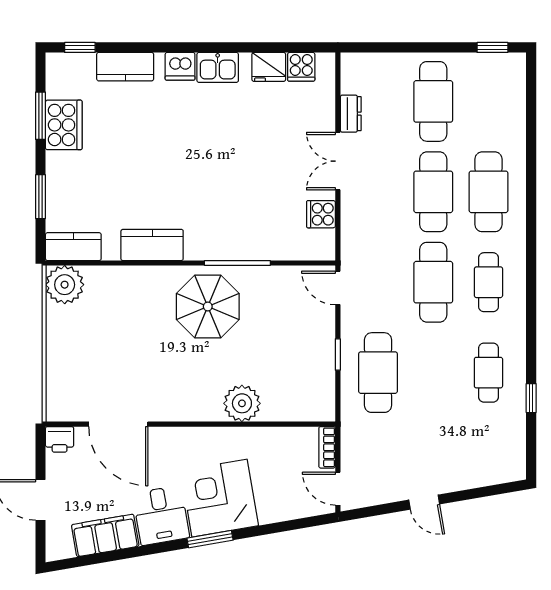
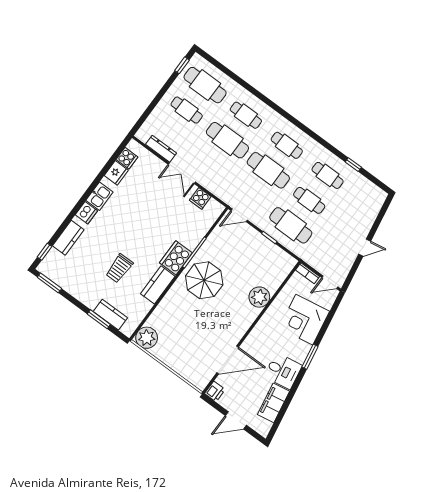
cafe table: (433, 101) -> (187, 110), width x0.73, depth x0.74
cafe table: (488, 101) -> (205, 85), added
dresser: (351, 114) -> (161, 149), width x1.44
window: (40, 116) -> (49, 283), moved
cooker: (64, 125) -> (176, 258), moved, turned -90
trolley: (135, 172) -> (119, 268), added
cafe table: (488, 192) -> (246, 115), width x0.73, depth x0.74
kitchen counter: (73, 247) -> (110, 315), moved, turned 90
cafe table: (433, 373) -> (309, 200), added
corner desk: (219, 498) -> (304, 320), moved

